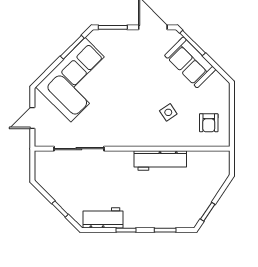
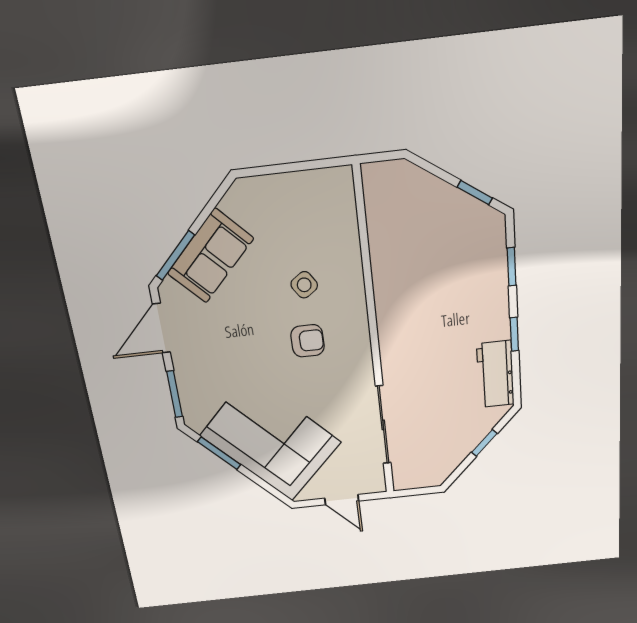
armchair: (209, 123) -> (308, 341), moved
workbench: (160, 161) -> (390, 289), removed

